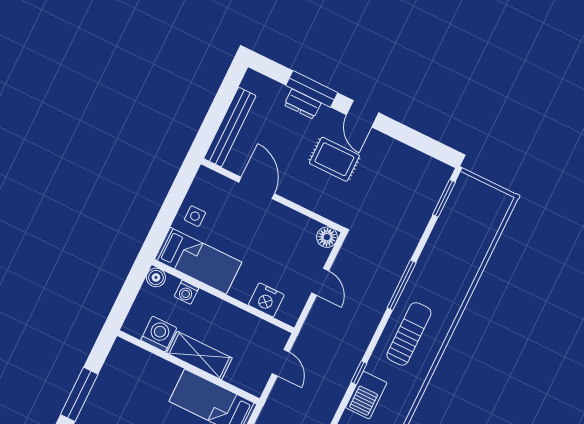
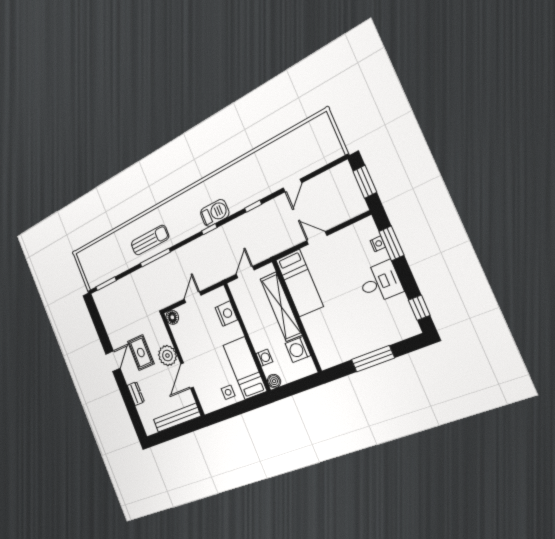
window: (312, 89) -> (127, 396), removed
plant: (298, 188) -> (167, 356), added
sun lounger: (409, 334) -> (150, 240), moved, turned 180
shelving: (199, 355) -> (281, 307), width x1.47

